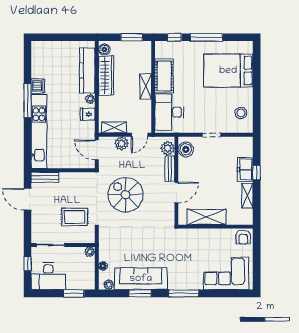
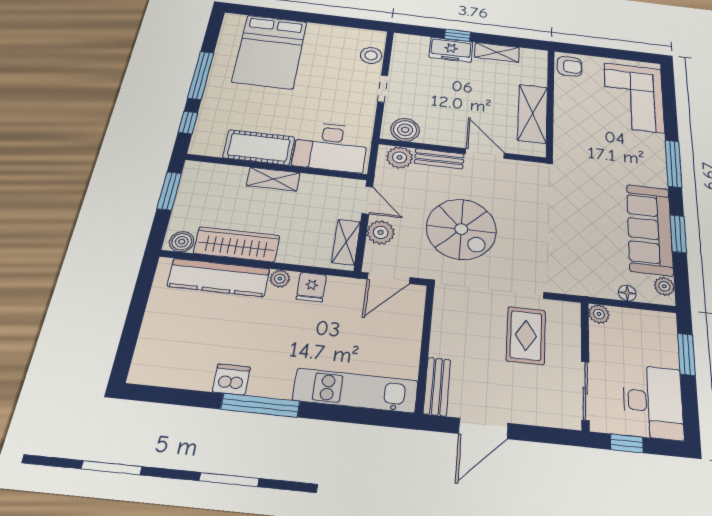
stool: (241, 113) -> (371, 55), moved
kitchen unit: (39, 131) -> (356, 390), width x0.73
spiral stairs: (126, 195) -> (461, 229), moved, turned -90

